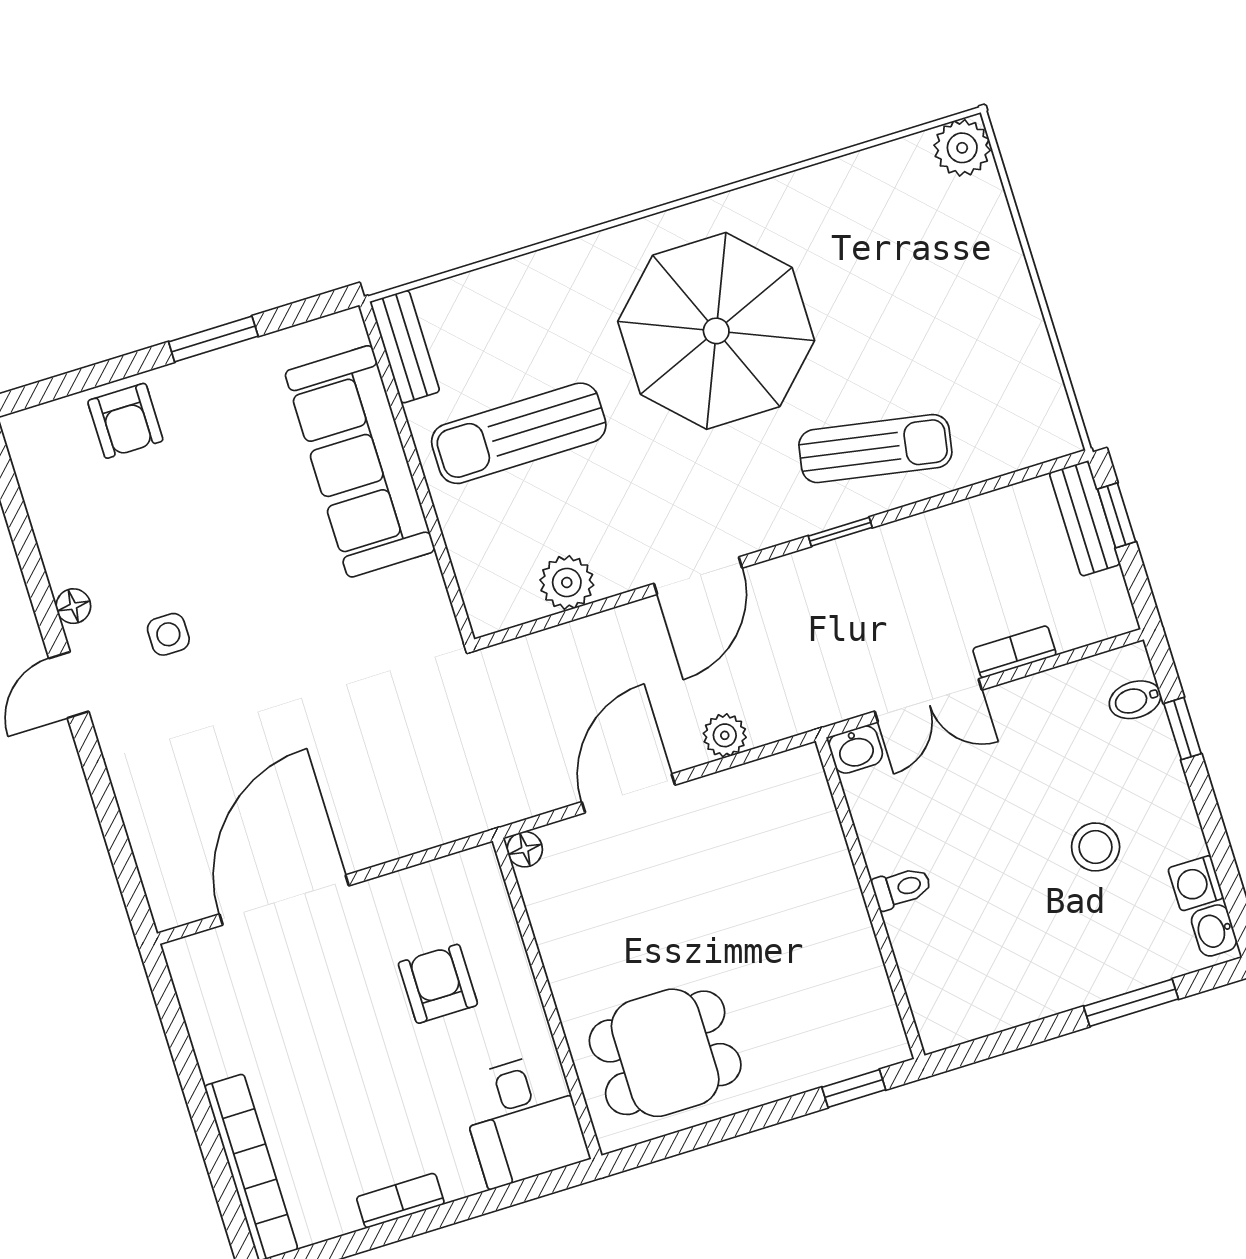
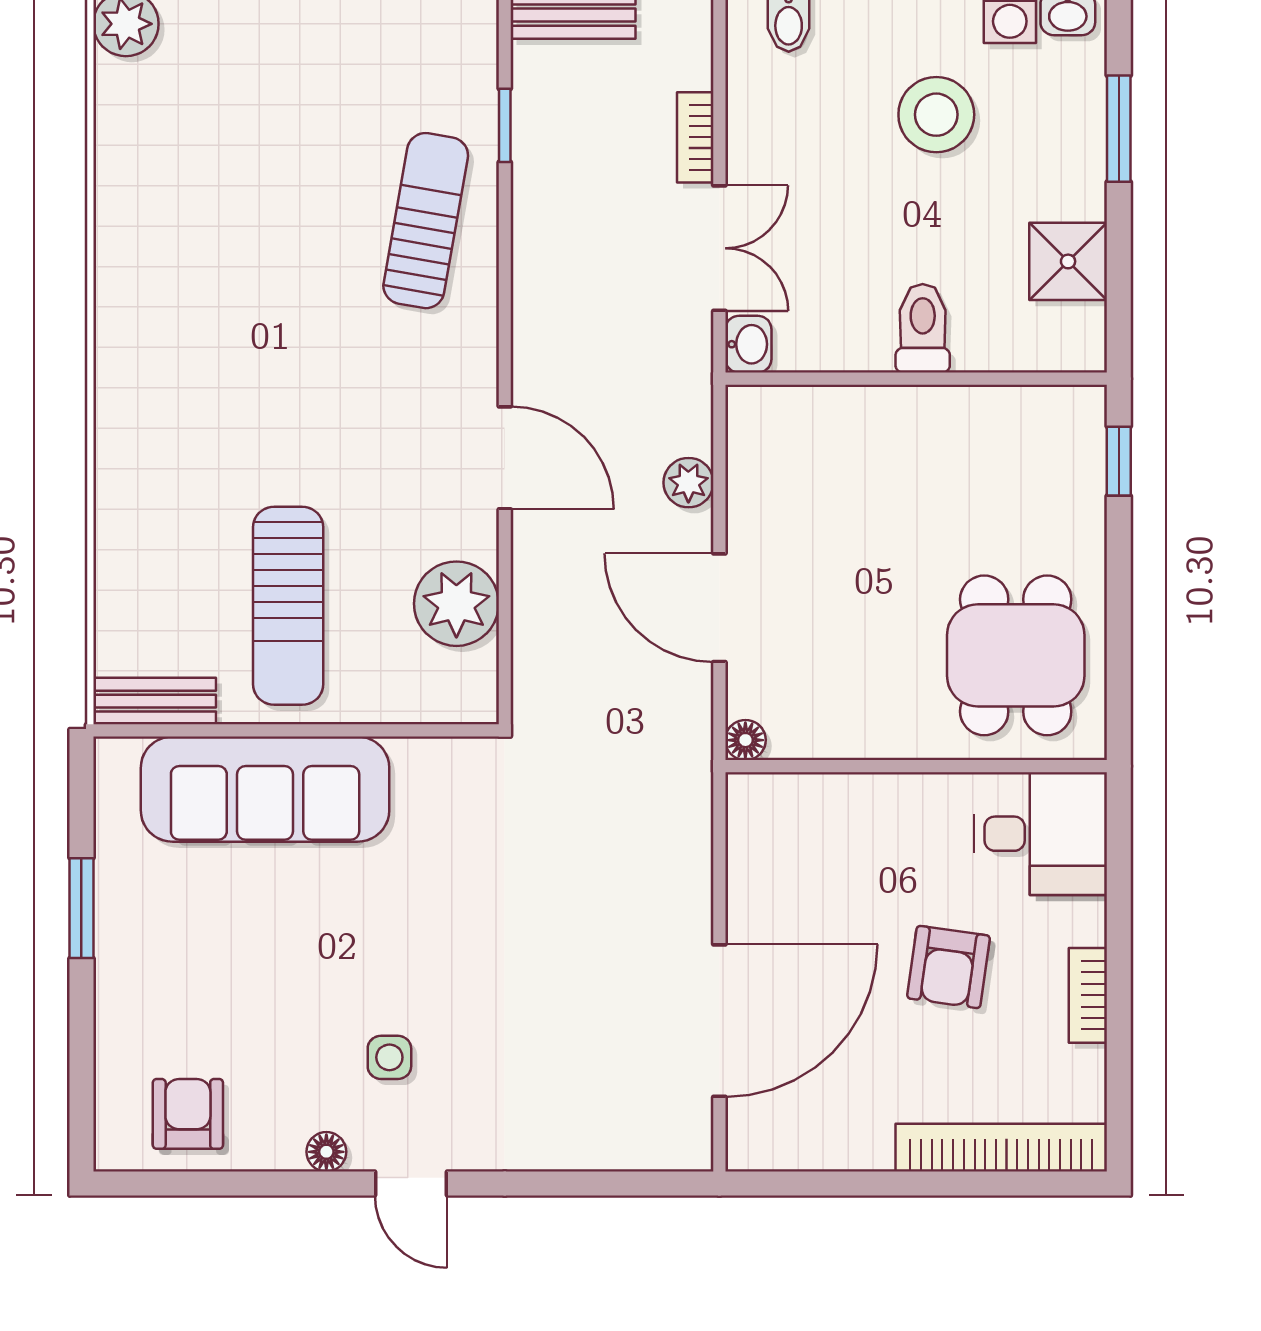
parasol: (716, 331) -> (243, 355), removed
armchair: (125, 421) -> (188, 1114), moved, turned -90
window: (840, 532) -> (505, 125), moved
plant: (567, 583) -> (456, 604), width x1.36, depth x1.36
stool: (1096, 847) -> (936, 115), width x1.38, depth x1.38
toilet: (902, 888) -> (923, 328), width x1.37, depth x1.39
door: (284, 900) -> (719, 1021), swing flipped
armchair: (438, 984) -> (948, 967), moved, turned -82
shower: (1007, 995) -> (1068, 261), added

